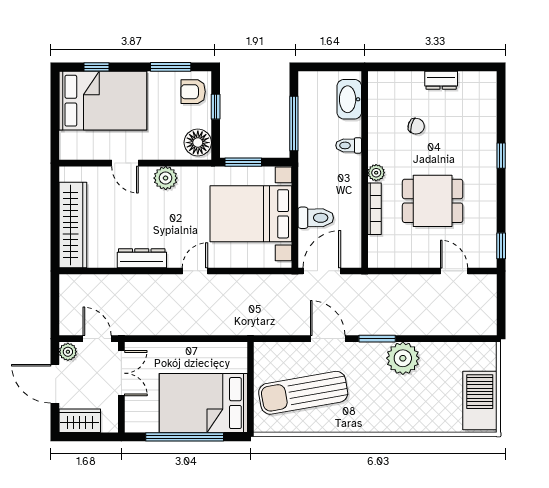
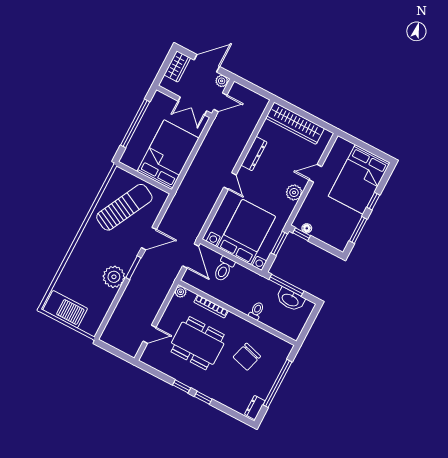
window: (97, 67) -> (373, 201), moved
window: (430, 67) -> (278, 383), added
dresser: (441, 80) -> (255, 408), moved
armchair: (193, 92) -> (336, 236), removed
washbasin: (349, 99) -> (290, 300), moved, turned 180
window: (216, 107) -> (302, 234), moved
chair: (416, 126) -> (247, 357), width x1.87, depth x1.87
floor lamp: (198, 143) -> (307, 228), width x0.53, depth x0.53
plant: (376, 173) -> (181, 292), moved
dining table: (433, 201) -> (198, 343), width x1.38
window: (501, 246) -> (182, 386), moved
sun lounger: (303, 393) -> (124, 207), turned 37
bed: (203, 403) -> (168, 155), moved

